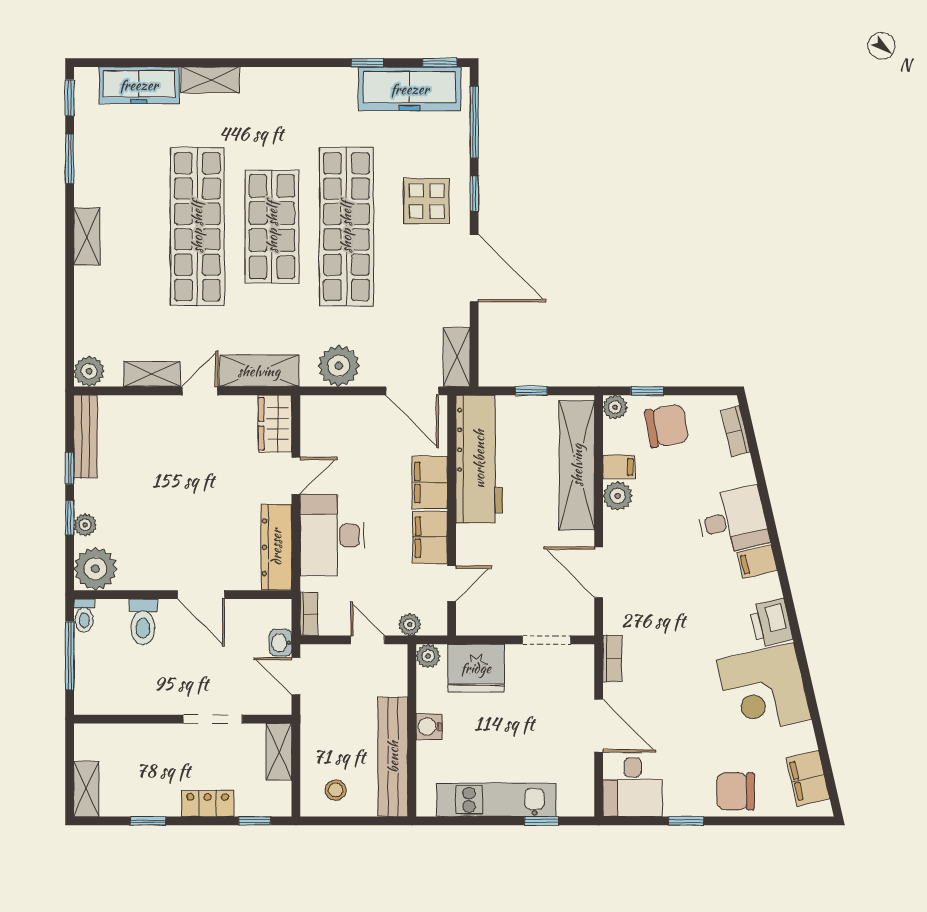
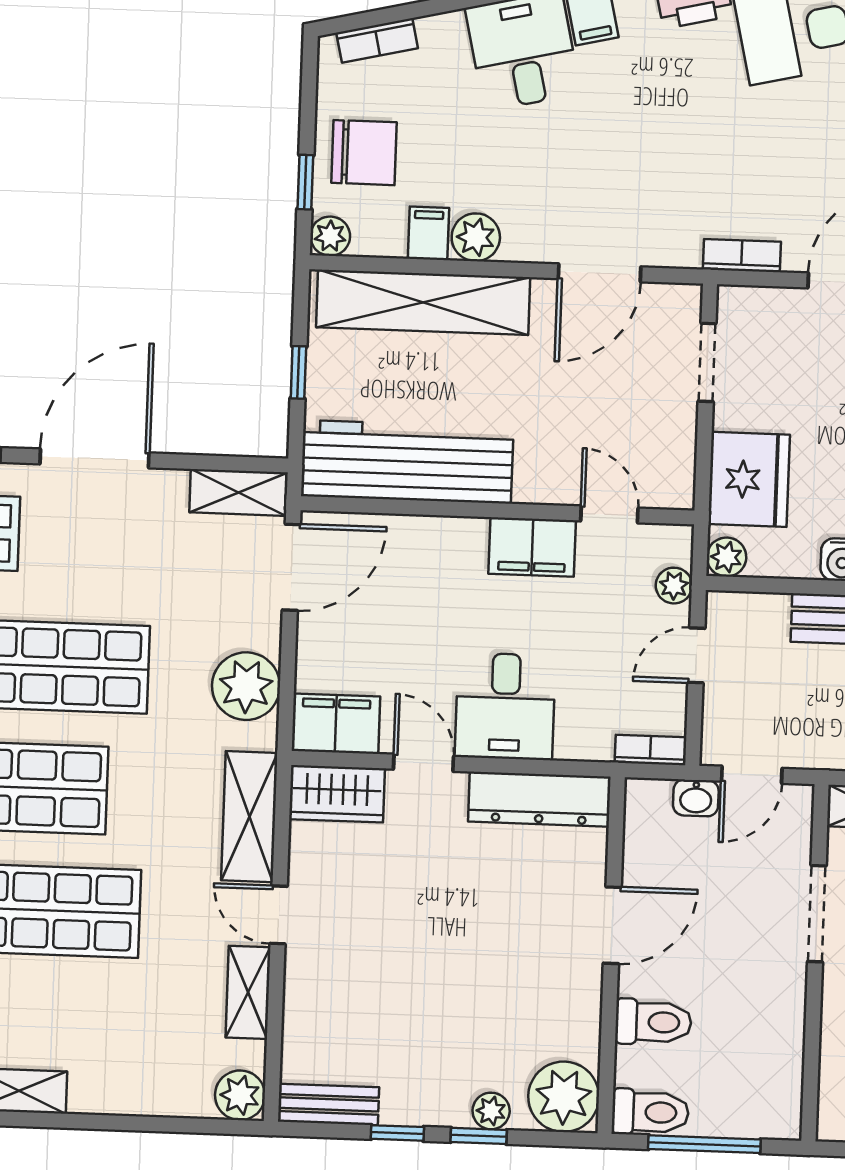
chair: (667, 426) -> (364, 153), turned 100
bench: (85, 437) -> (329, 1104), width x0.73
filing cabinet: (430, 482) -> (336, 724), moved, turned 180
desk: (332, 535) -> (505, 706), width x0.73
toilet: (84, 615) -> (650, 1112), width x1.37, depth x1.39

